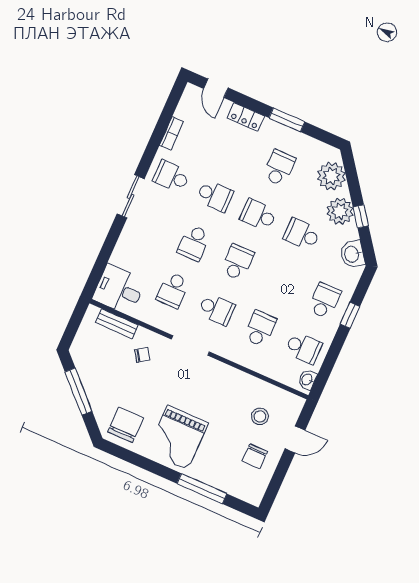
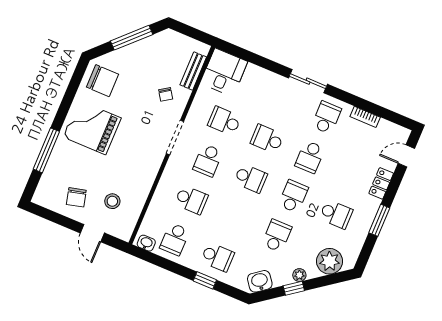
plant: (340, 211) -> (299, 275), width x0.53, depth x0.53
chair: (255, 456) -> (76, 197), turned -104

